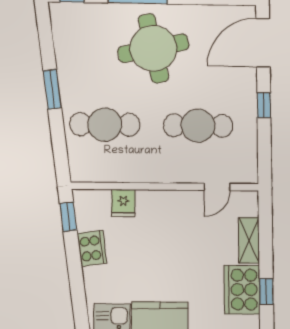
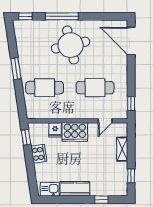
door: (263, 43) -> (131, 41), hinge flipped
window: (264, 105) -> (131, 104), moved
cooker: (242, 289) -> (75, 132), moved, turned -90

